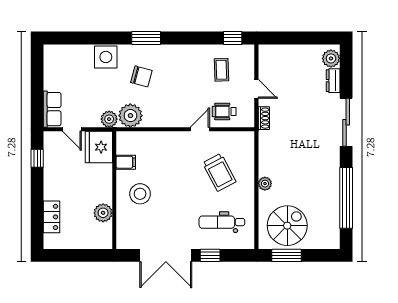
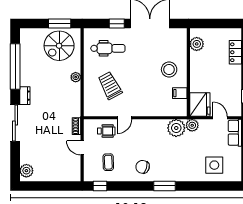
side table: (106, 57) -> (214, 165), moved
chair: (141, 76) -> (143, 167), moved
dresser: (333, 81) -> (25, 96), moved
plant: (103, 213) -> (197, 44), moved

